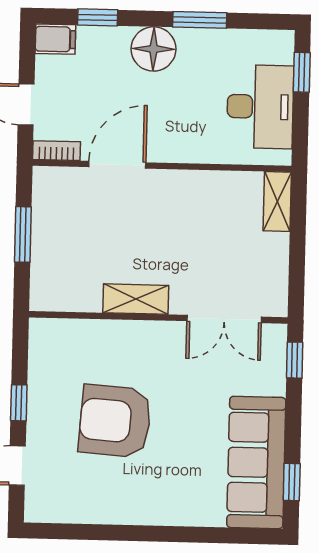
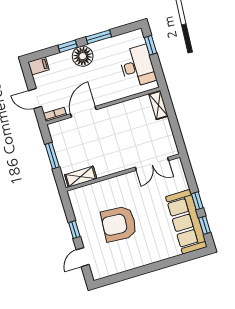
window: (98, 17) -> (68, 46), moved
shelving: (136, 299) -> (81, 177), moved
window: (295, 360) -> (197, 201), moved

